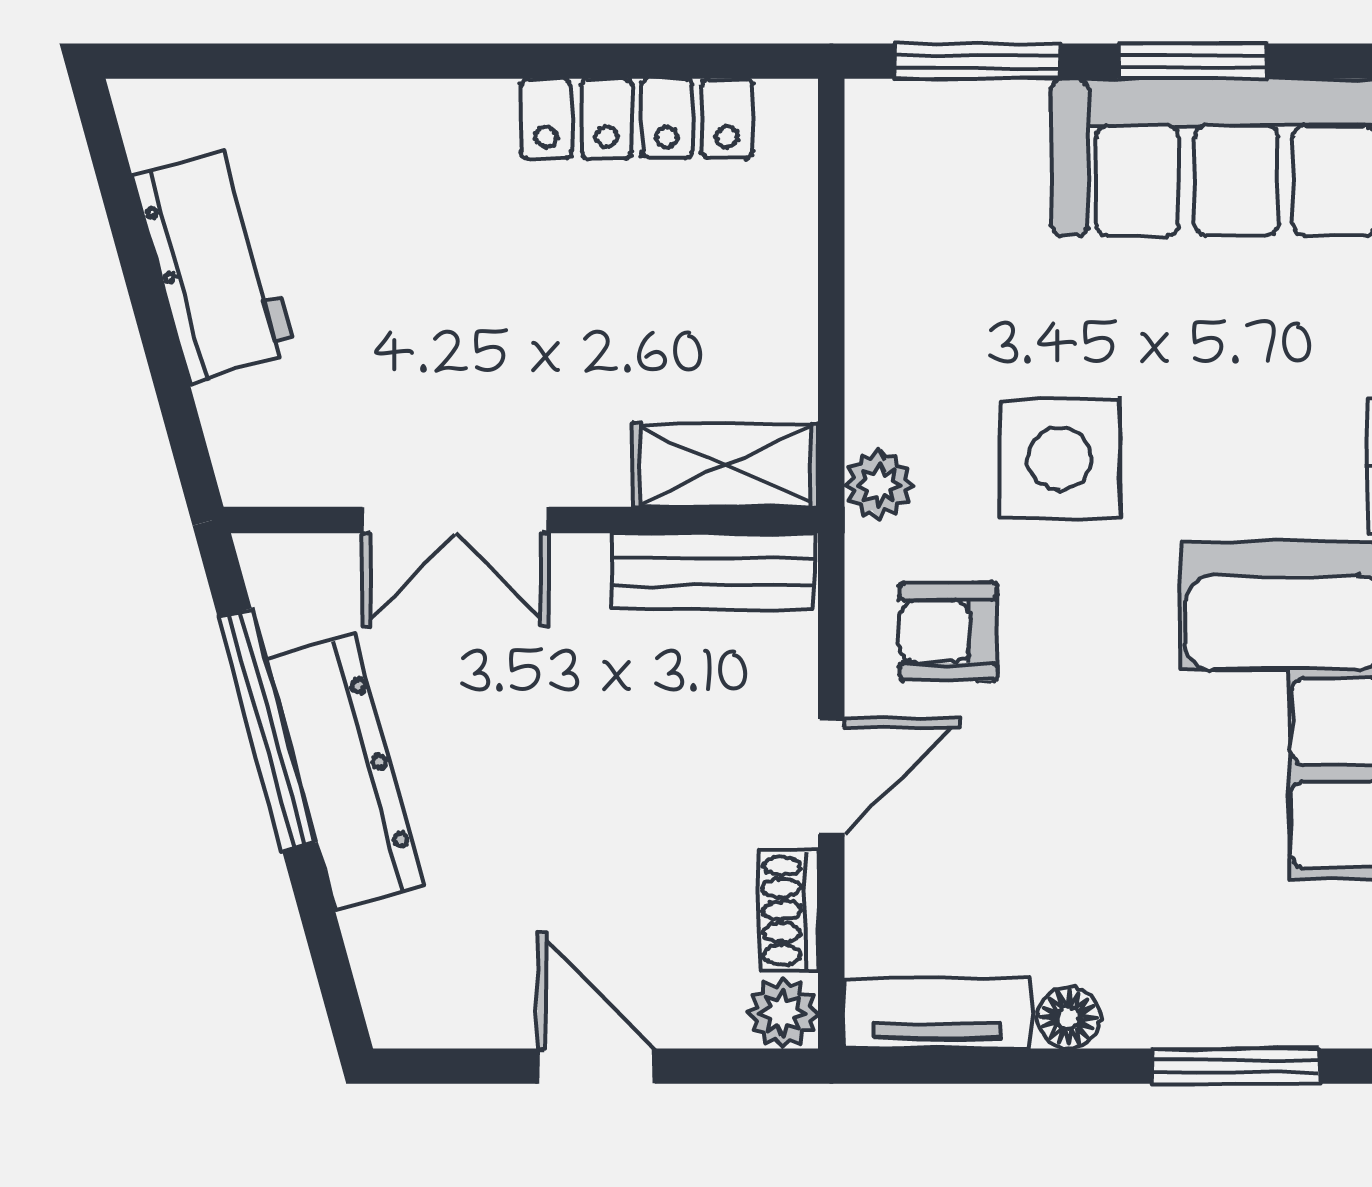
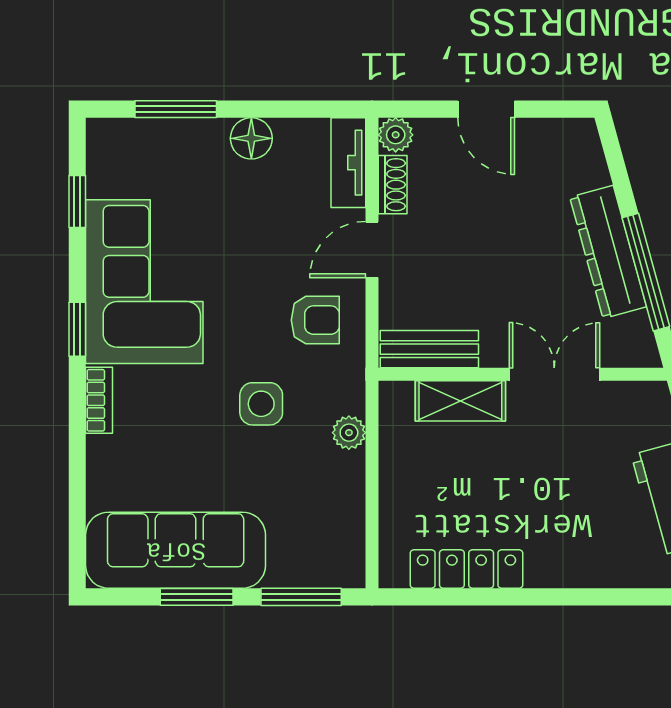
side table: (1060, 459) -> (261, 404), width x0.73, depth x0.73
shelving: (725, 465) -> (460, 401), moved
plant: (879, 485) -> (349, 433), moved
tv unit: (937, 1013) -> (348, 163), moved, turned 90
floor lamp: (1068, 1017) -> (251, 138), width x1.37, depth x1.37

